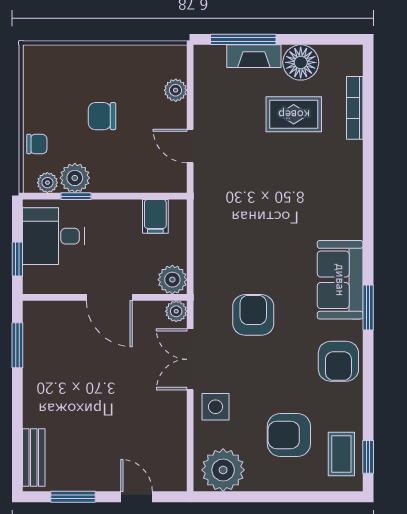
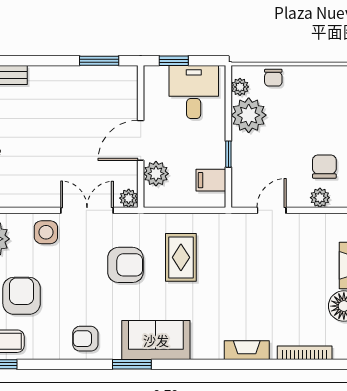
rug: (294, 114) -> (181, 257), moved
chair: (102, 116) -> (324, 167), moved
fireplace: (352, 175) -> (247, 350), added
plant: (75, 178) -> (249, 115), width x1.36, depth x1.36
window: (76, 196) -> (228, 154), moved
plant: (172, 280) -> (156, 174), moved
armchair: (338, 361) -> (85, 339), width x0.72, depth x0.72

